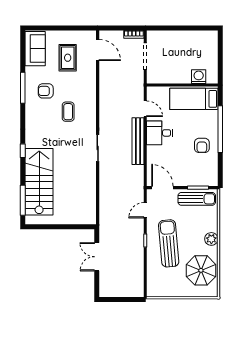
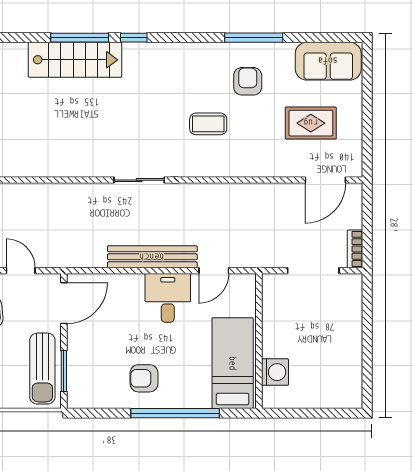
stairs: (39, 182) -> (75, 60), width x0.73, depth x0.66
window: (23, 200) -> (80, 38), moved

